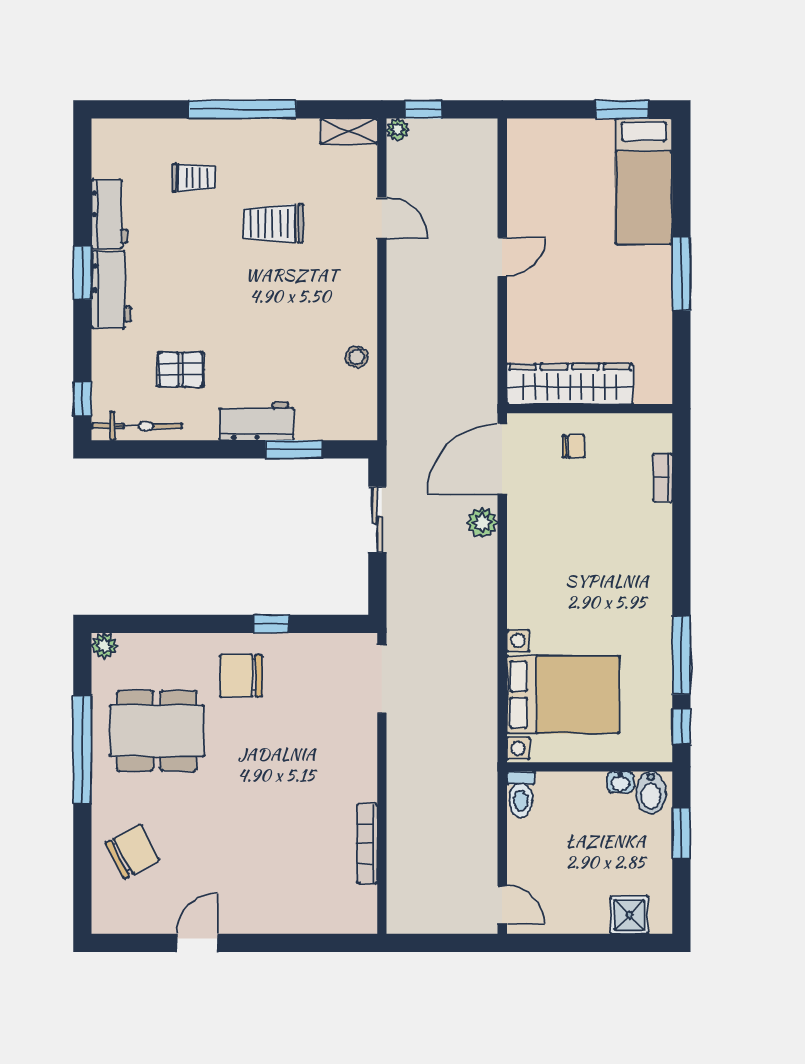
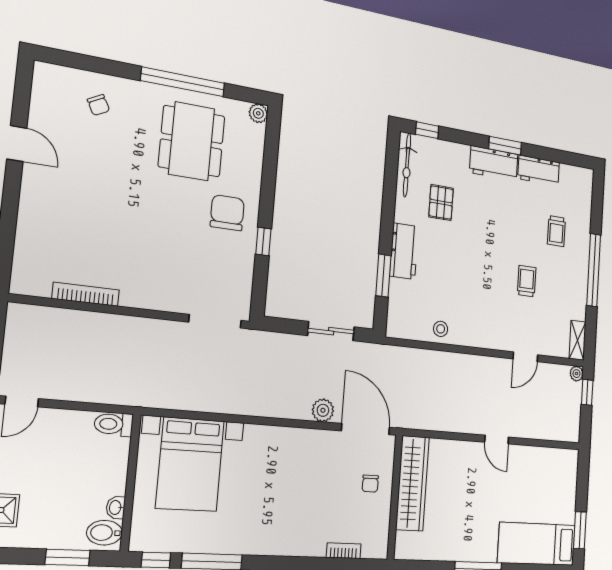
trolley: (273, 223) -> (527, 281), width x0.73, depth x0.72
chair: (132, 852) -> (98, 105), width x0.54, depth x0.54

